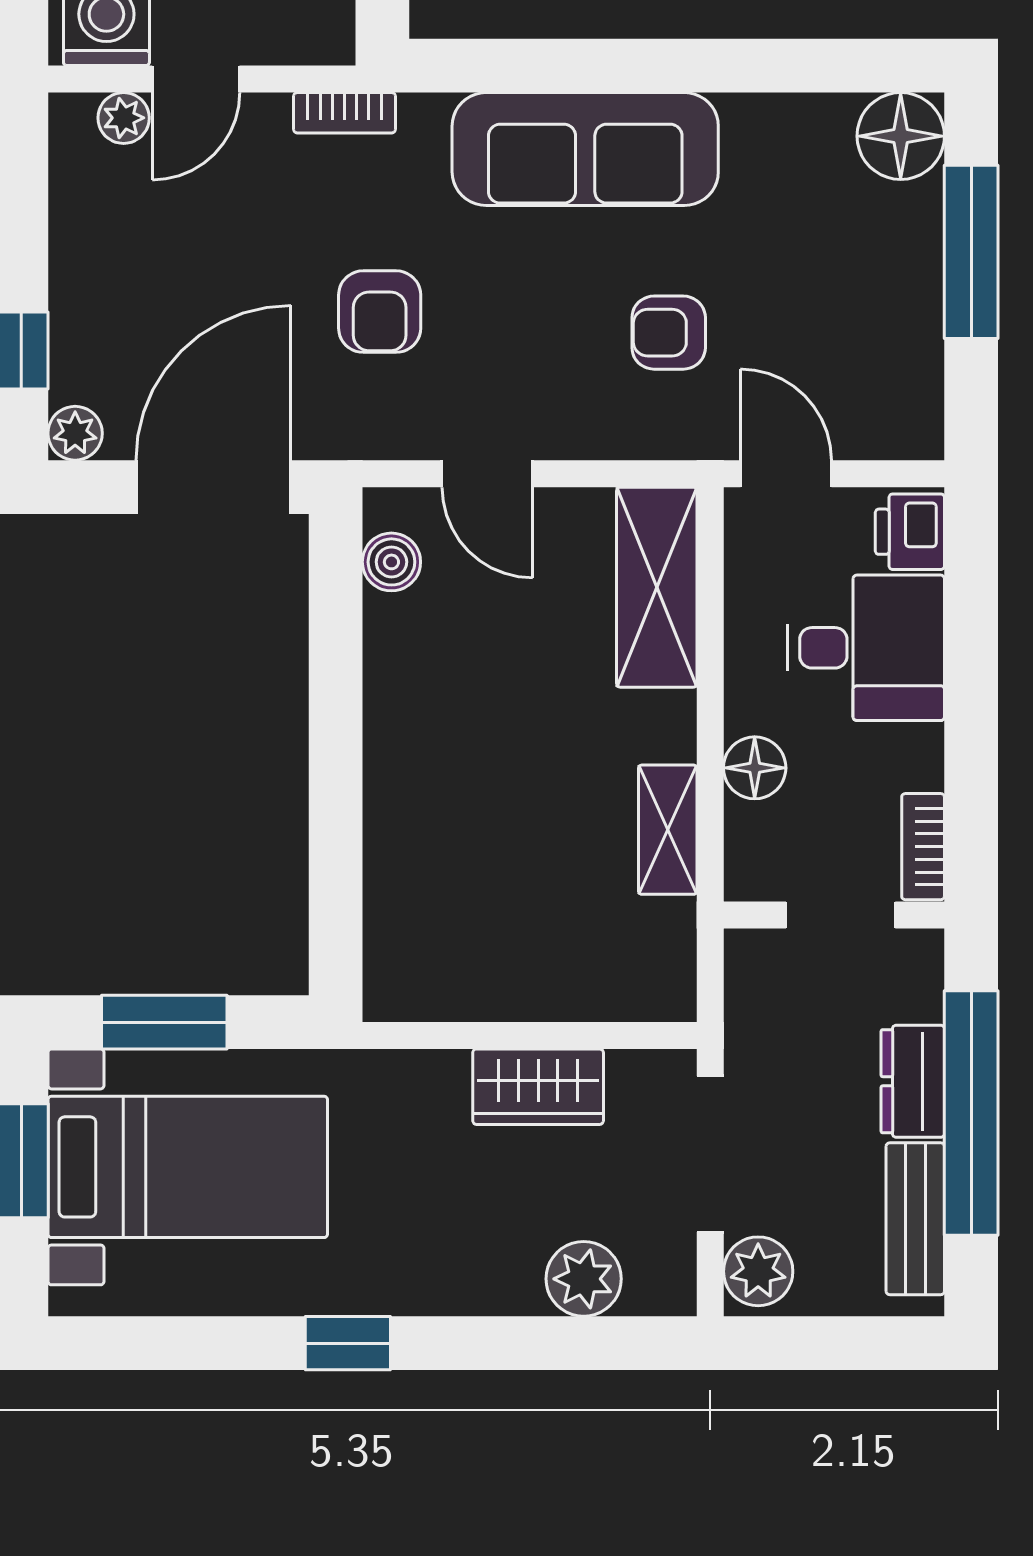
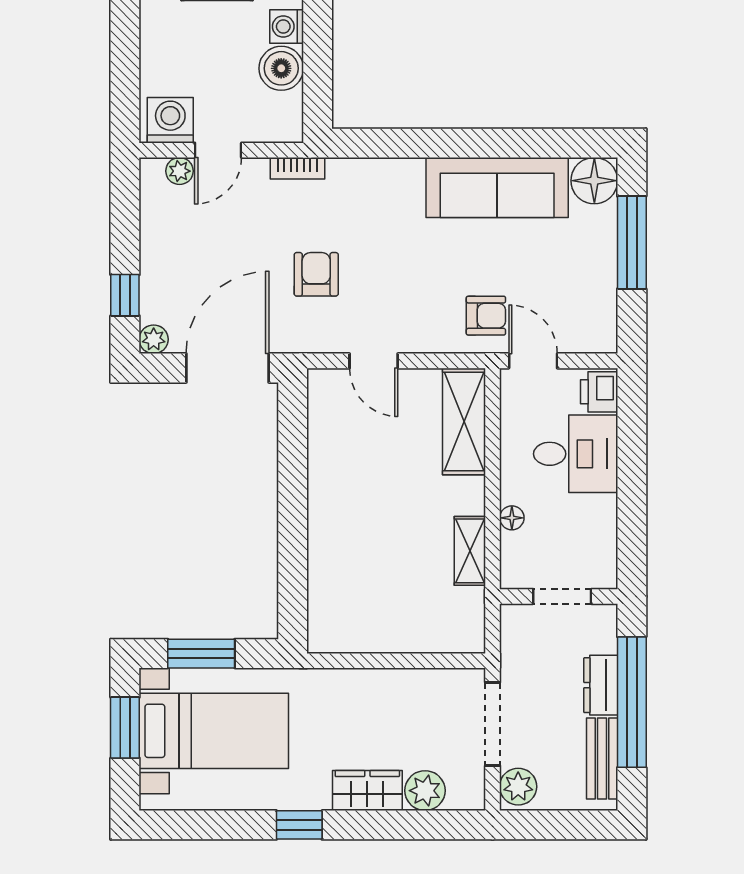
sofa: (585, 149) -> (497, 188), moved
armchair: (380, 312) -> (316, 274), turned 180
armchair: (669, 333) -> (486, 316), moved, turned 180
boiler: (391, 562) -> (322, 408), removed
floor lamp: (755, 768) -> (512, 518), width x0.73, depth x0.73
bookcase: (923, 847) -> (606, 560), removed
wardrobe: (538, 1087) -> (367, 790), moved, turned 180

